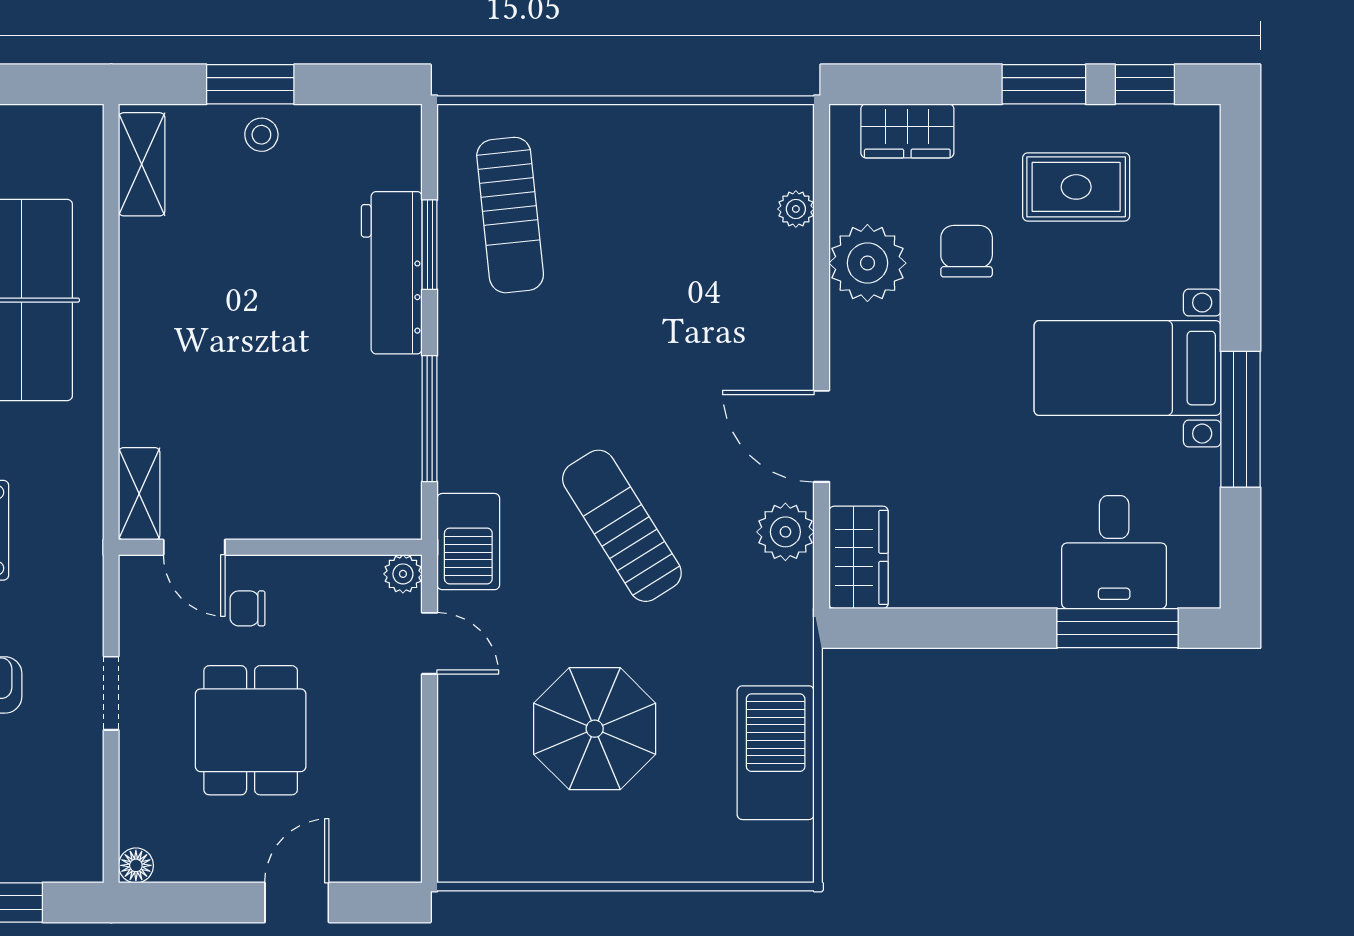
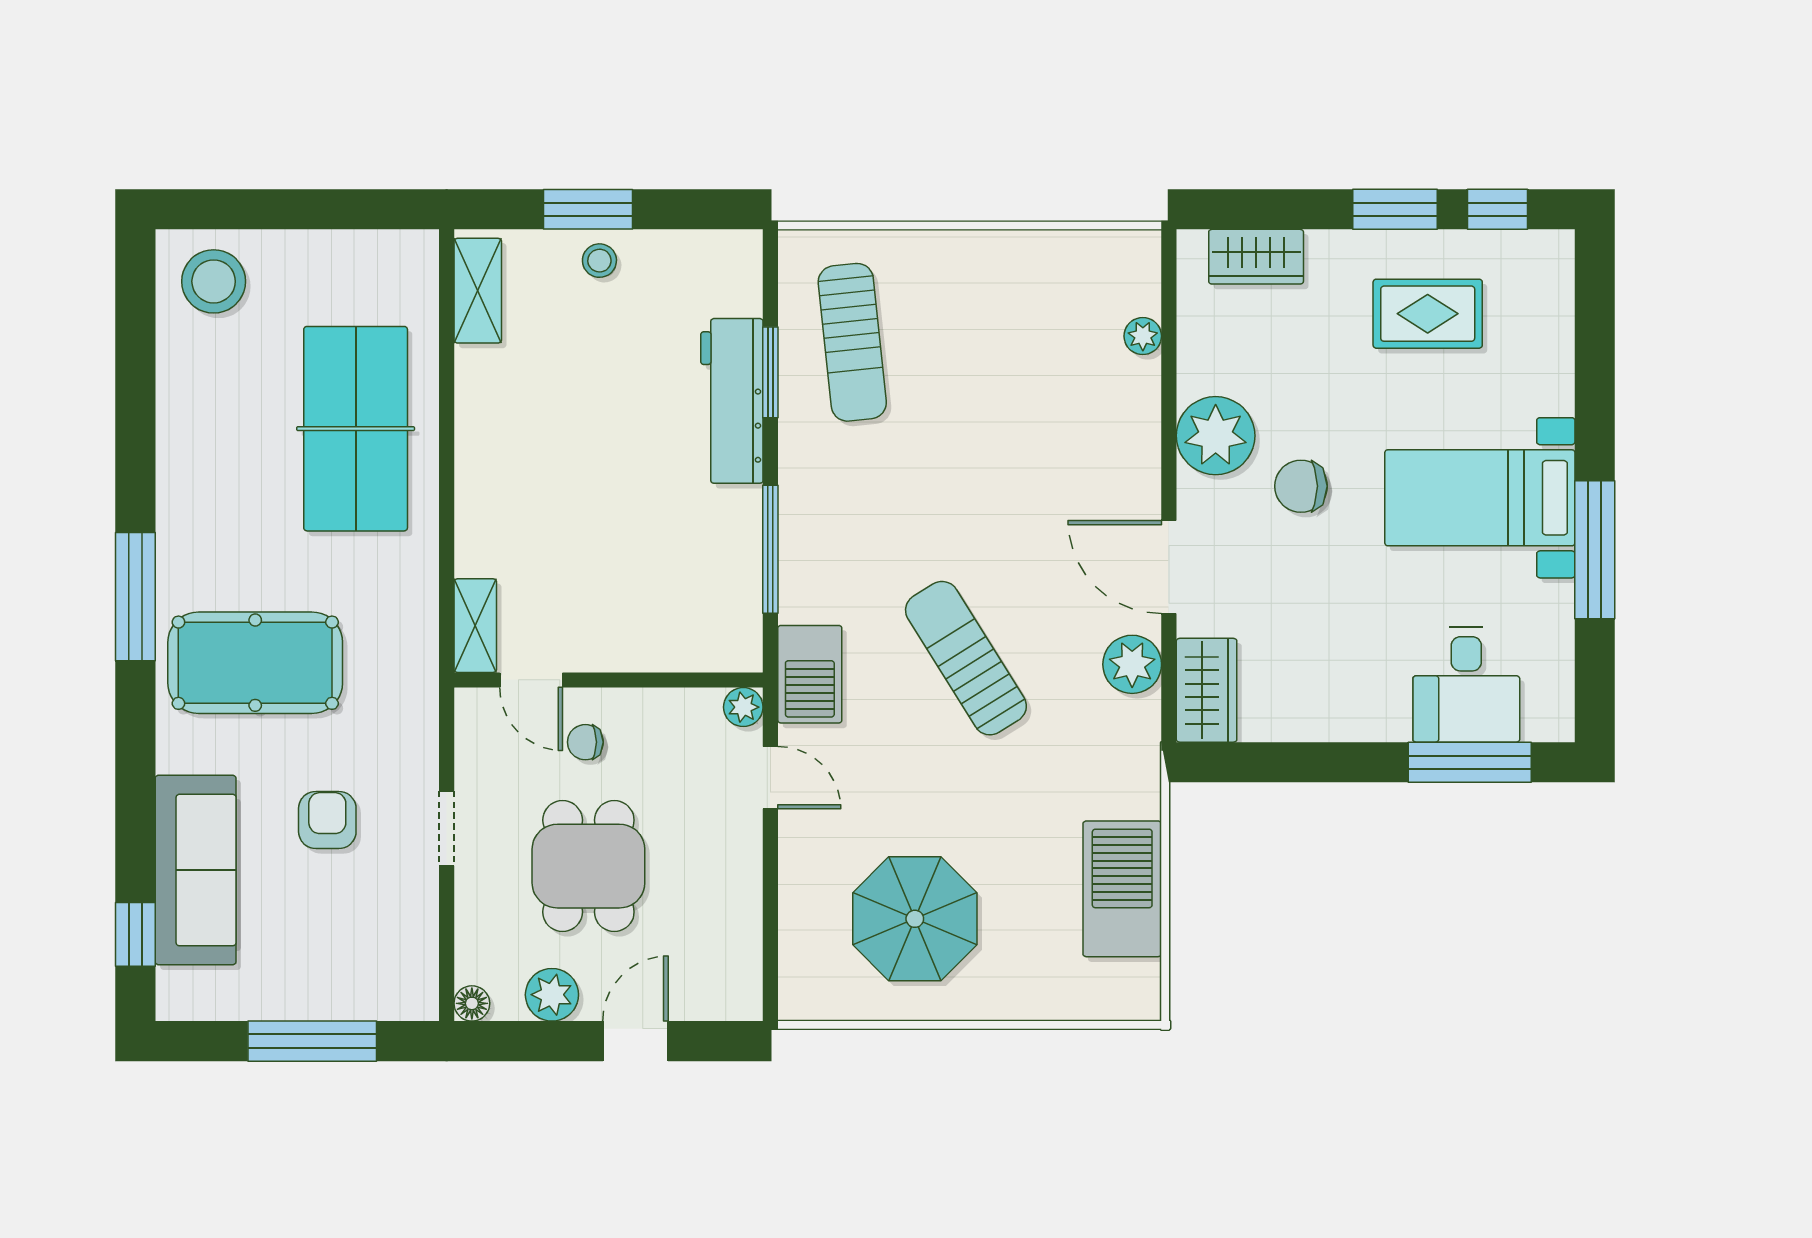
chair: (967, 251) -> (1301, 486), moved, turned -90
plant: (867, 263) -> (1216, 436), moved
parasol: (595, 729) -> (915, 919), moved
plant: (215, 857) -> (552, 995), added

